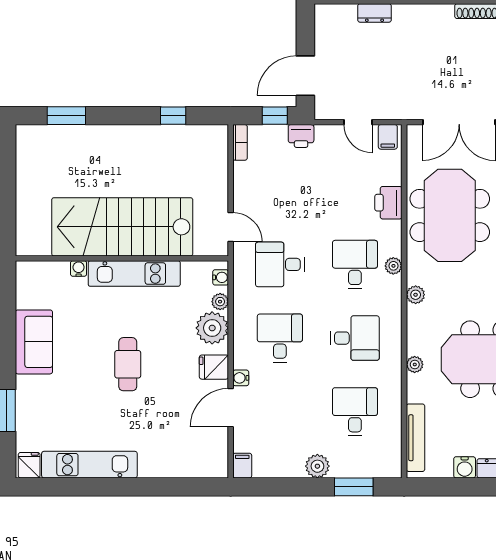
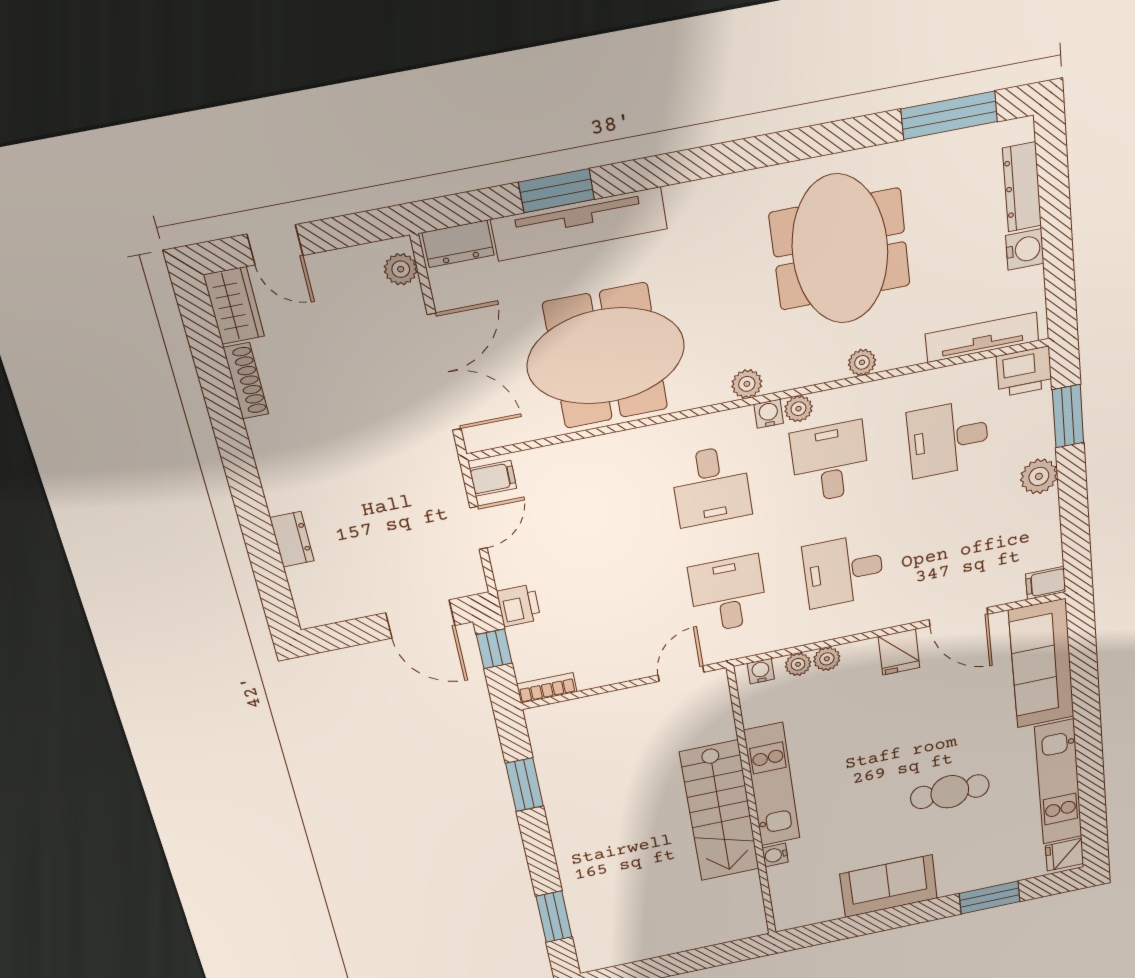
window: (173, 116) -> (525, 785), width x1.50
printer: (388, 203) -> (1024, 372), moved
stairs: (122, 227) -> (720, 811), width x0.73, depth x0.66
desk: (280, 264) -> (728, 594), turned 180
desk: (355, 264) -> (711, 486), turned -90
plant: (393, 266) -> (799, 409), moved
plant: (212, 328) -> (827, 659), width x0.53, depth x0.53
cafe table: (128, 364) -> (950, 792), moved
water cooler: (241, 378) -> (769, 414), moved, turned 180
sofa: (184, 459) -> (1041, 664), added

